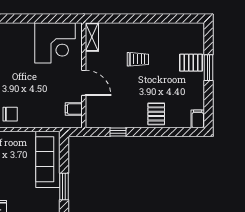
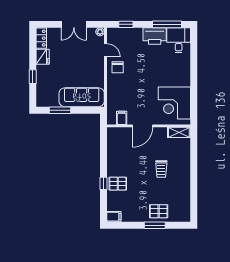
pallet: (191, 63) -> (159, 211), turned 90
window: (118, 132) -> (103, 183), moved

